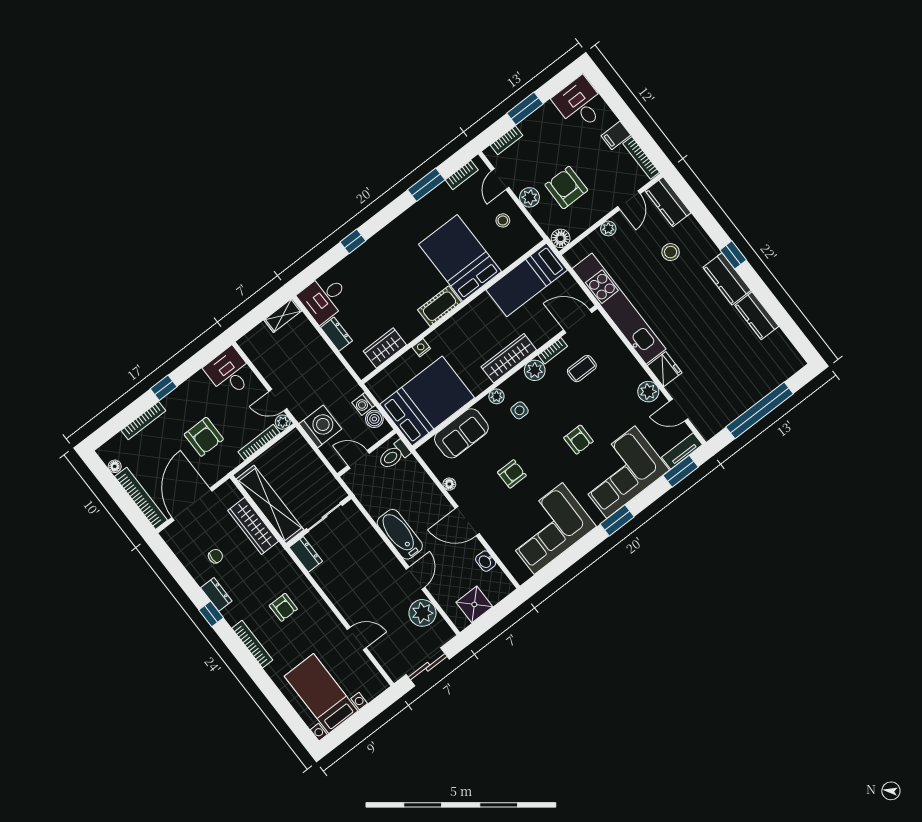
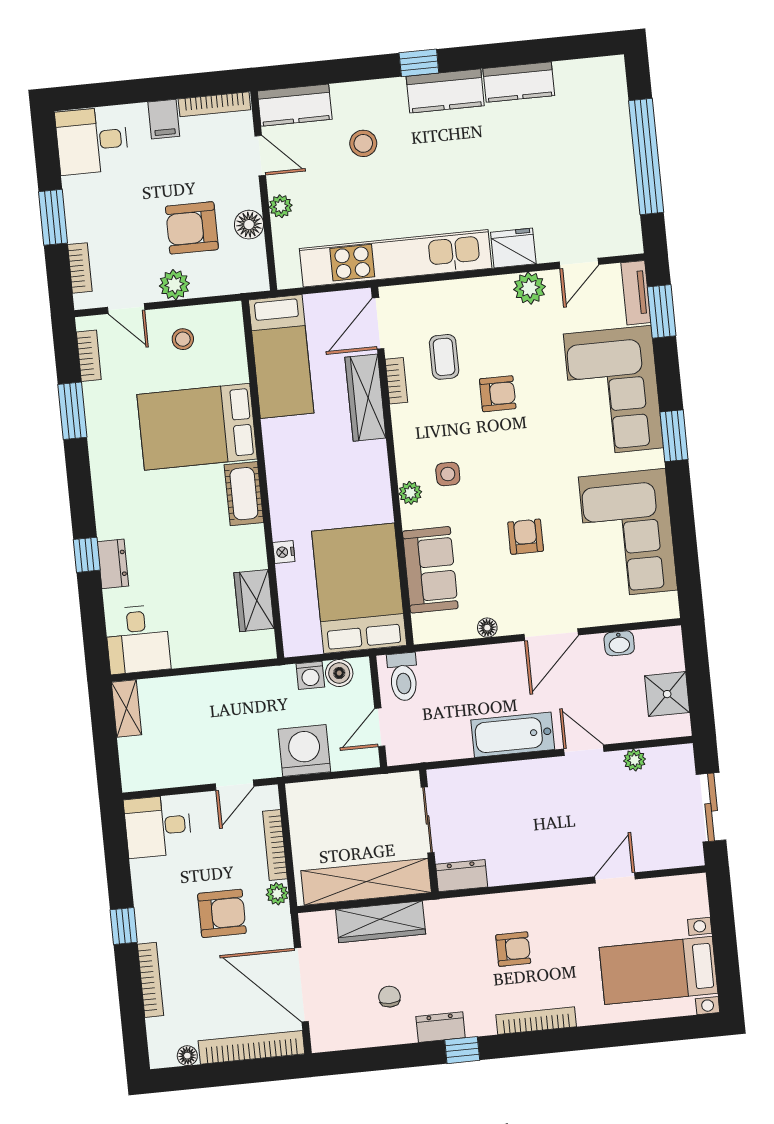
floor lamp: (561, 238) -> (249, 225), moved
dresser: (336, 334) -> (113, 564), moved, turned 90
wardrobe: (509, 358) -> (365, 398), moved
plant: (535, 370) -> (407, 421), removed
plant: (283, 422) -> (277, 894), moved
armchair: (578, 440) -> (498, 394), moved
plant: (422, 613) -> (635, 760), width x0.53, depth x0.53

